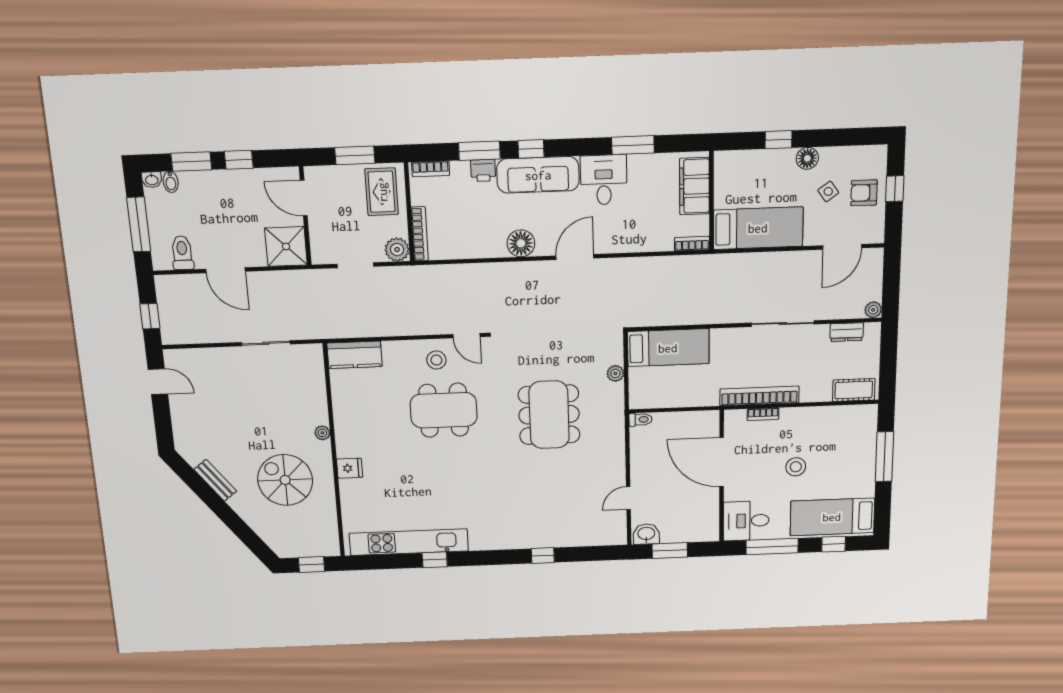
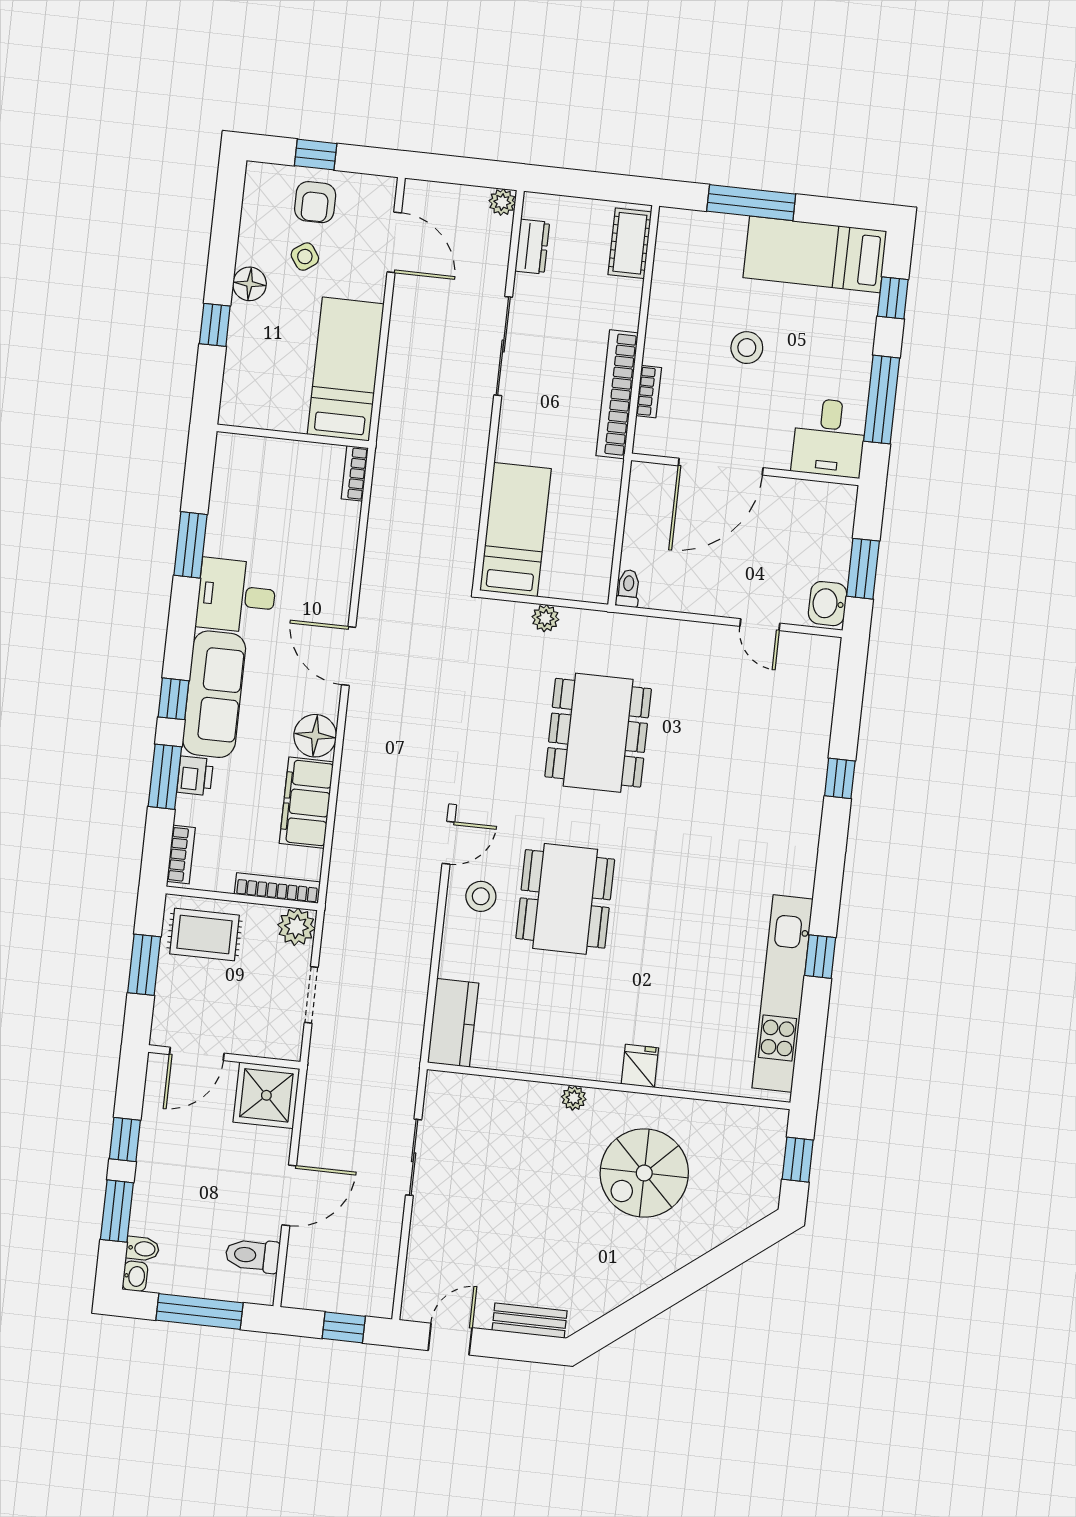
filing cabinet: (695, 186) -> (306, 803), moved, turned 90
dining table: (549, 415) -> (598, 733), turned 90
bench: (215, 480) -> (530, 1321), moved, turned 38
bed: (832, 517) -> (815, 254), moved, turned 90

